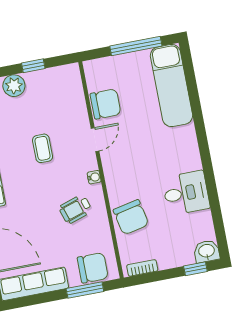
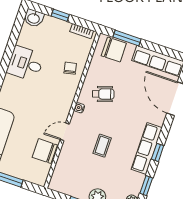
chair: (131, 217) -> (70, 68), width x0.54, depth x0.54
chair: (93, 268) -> (114, 50), turned 180
window: (195, 269) -> (60, 15), moved

